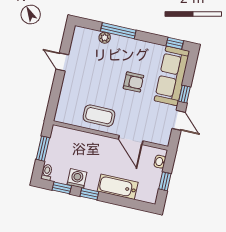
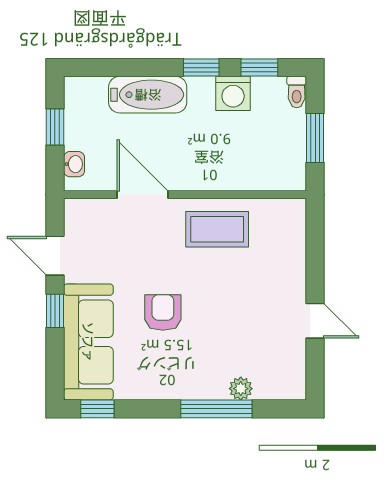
armchair: (133, 82) -> (163, 312), turned 90

